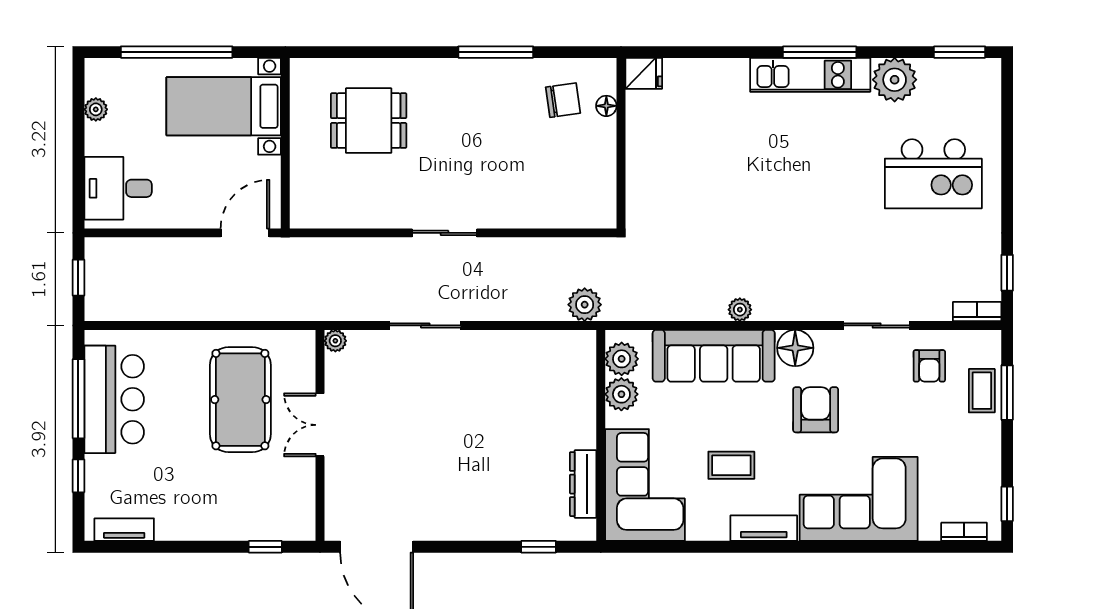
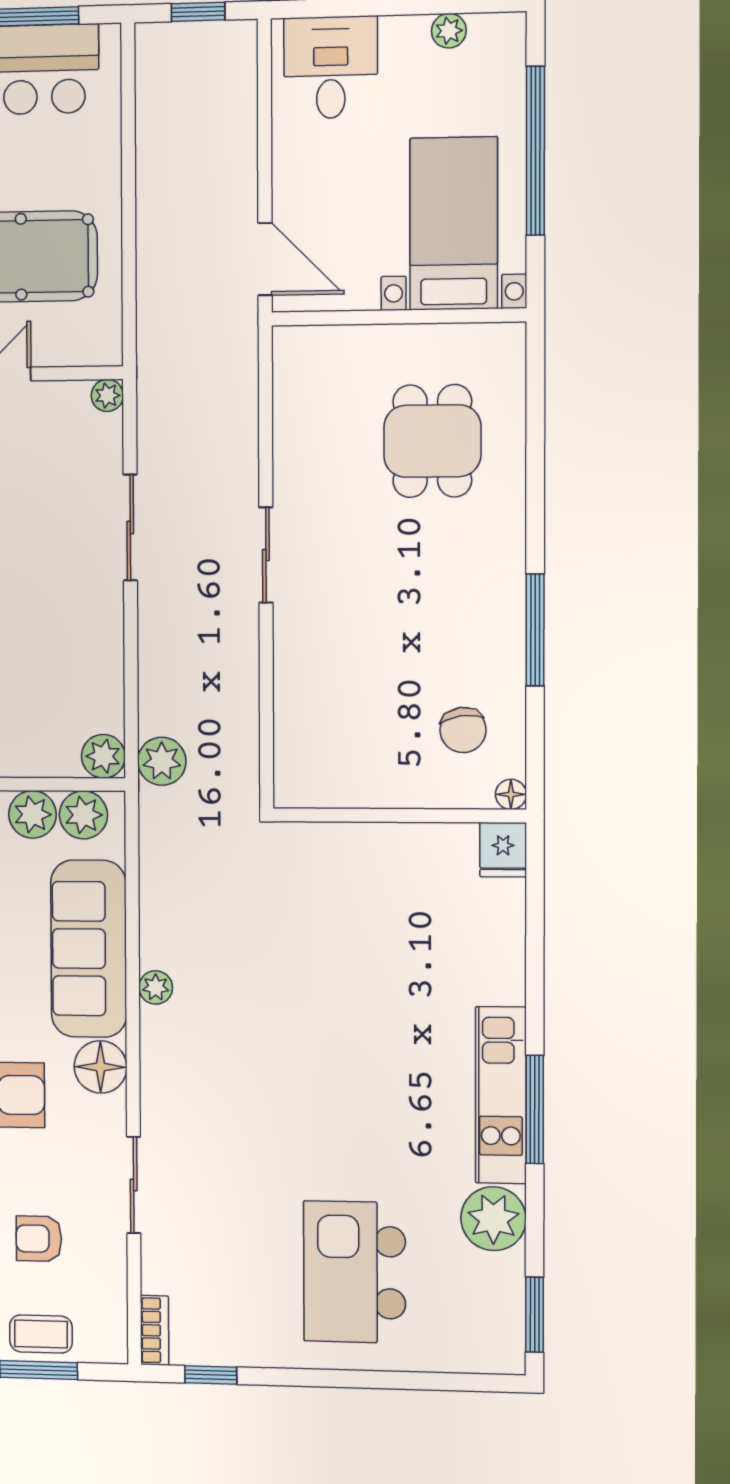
floor lamp: (606, 106) -> (511, 794), moved
plant: (581, 345) -> (103, 756), added
armchair: (929, 366) -> (39, 1239), moved

